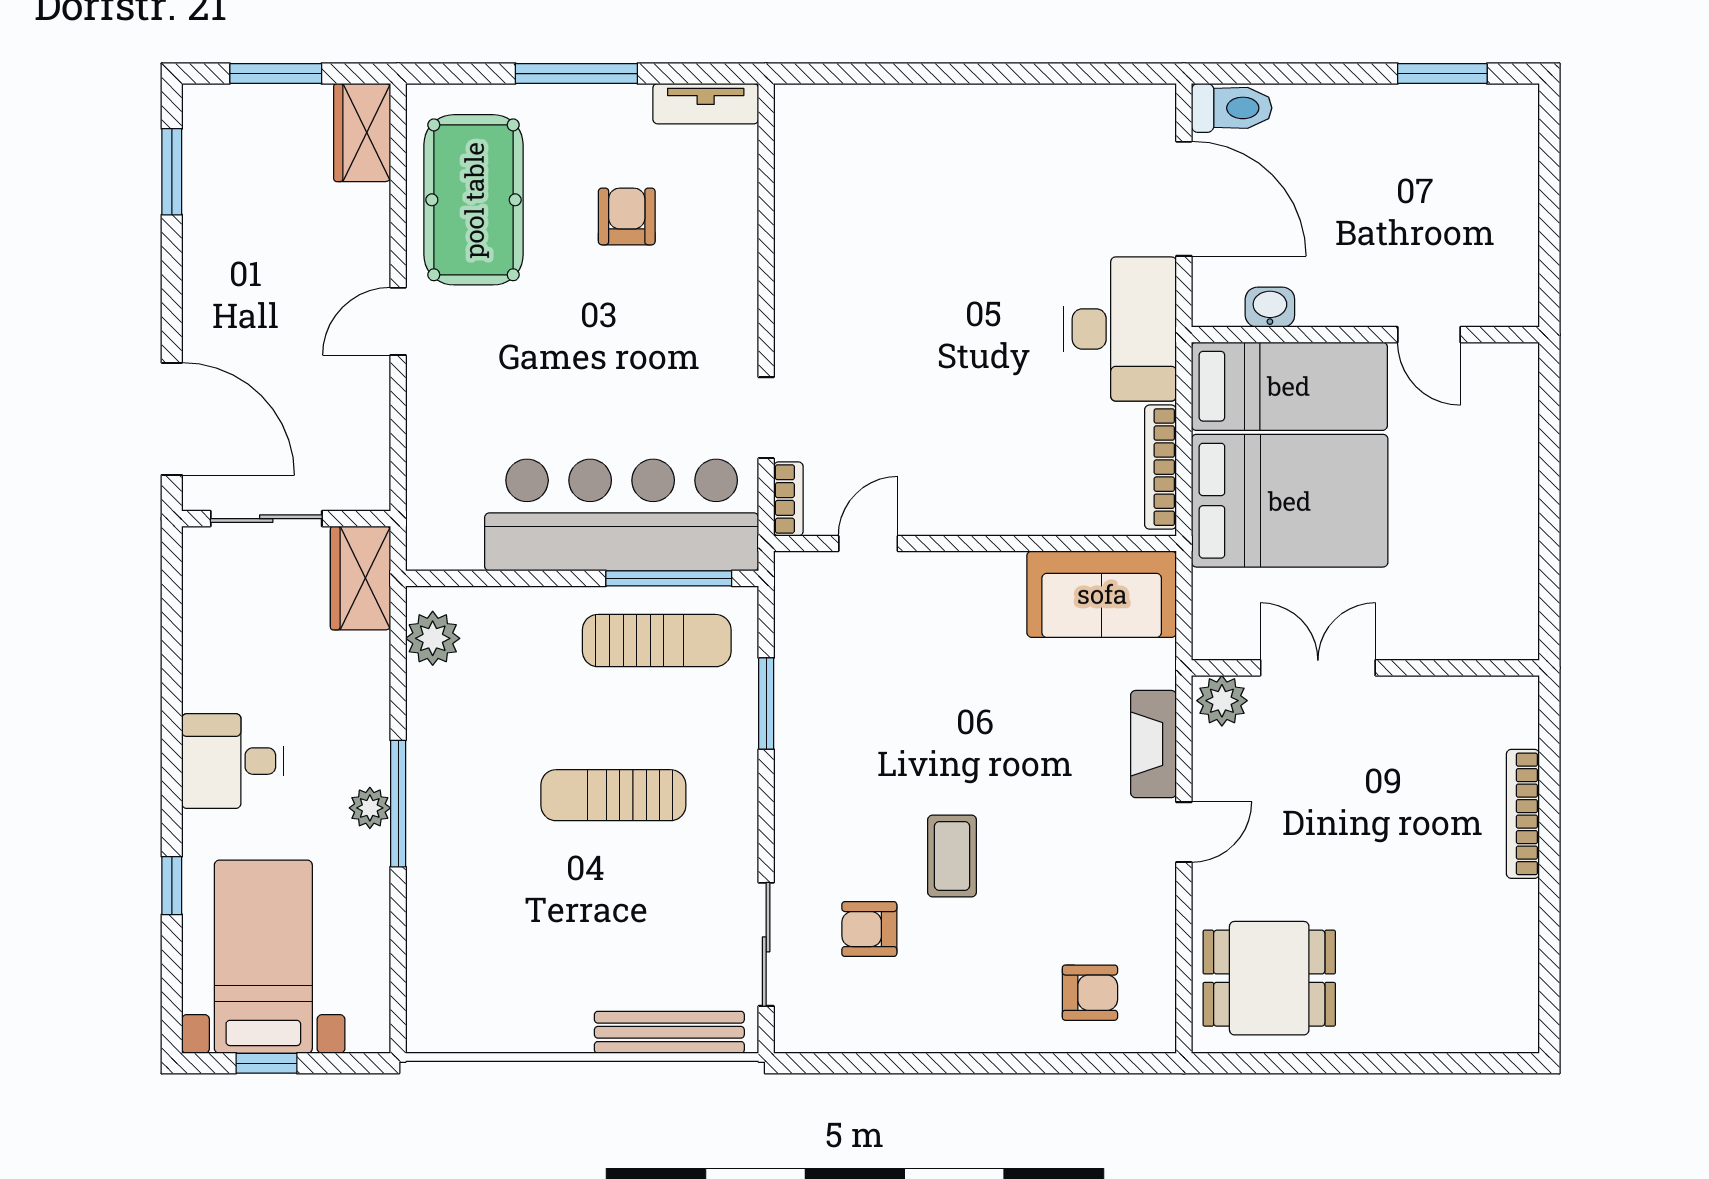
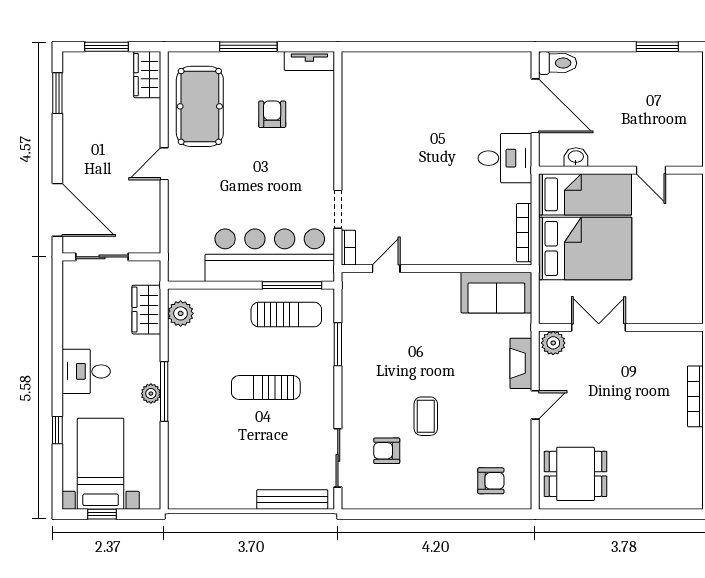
desk: (1120, 329) -> (505, 158), width x0.73
wardrobe: (360, 578) -> (146, 310), moved

